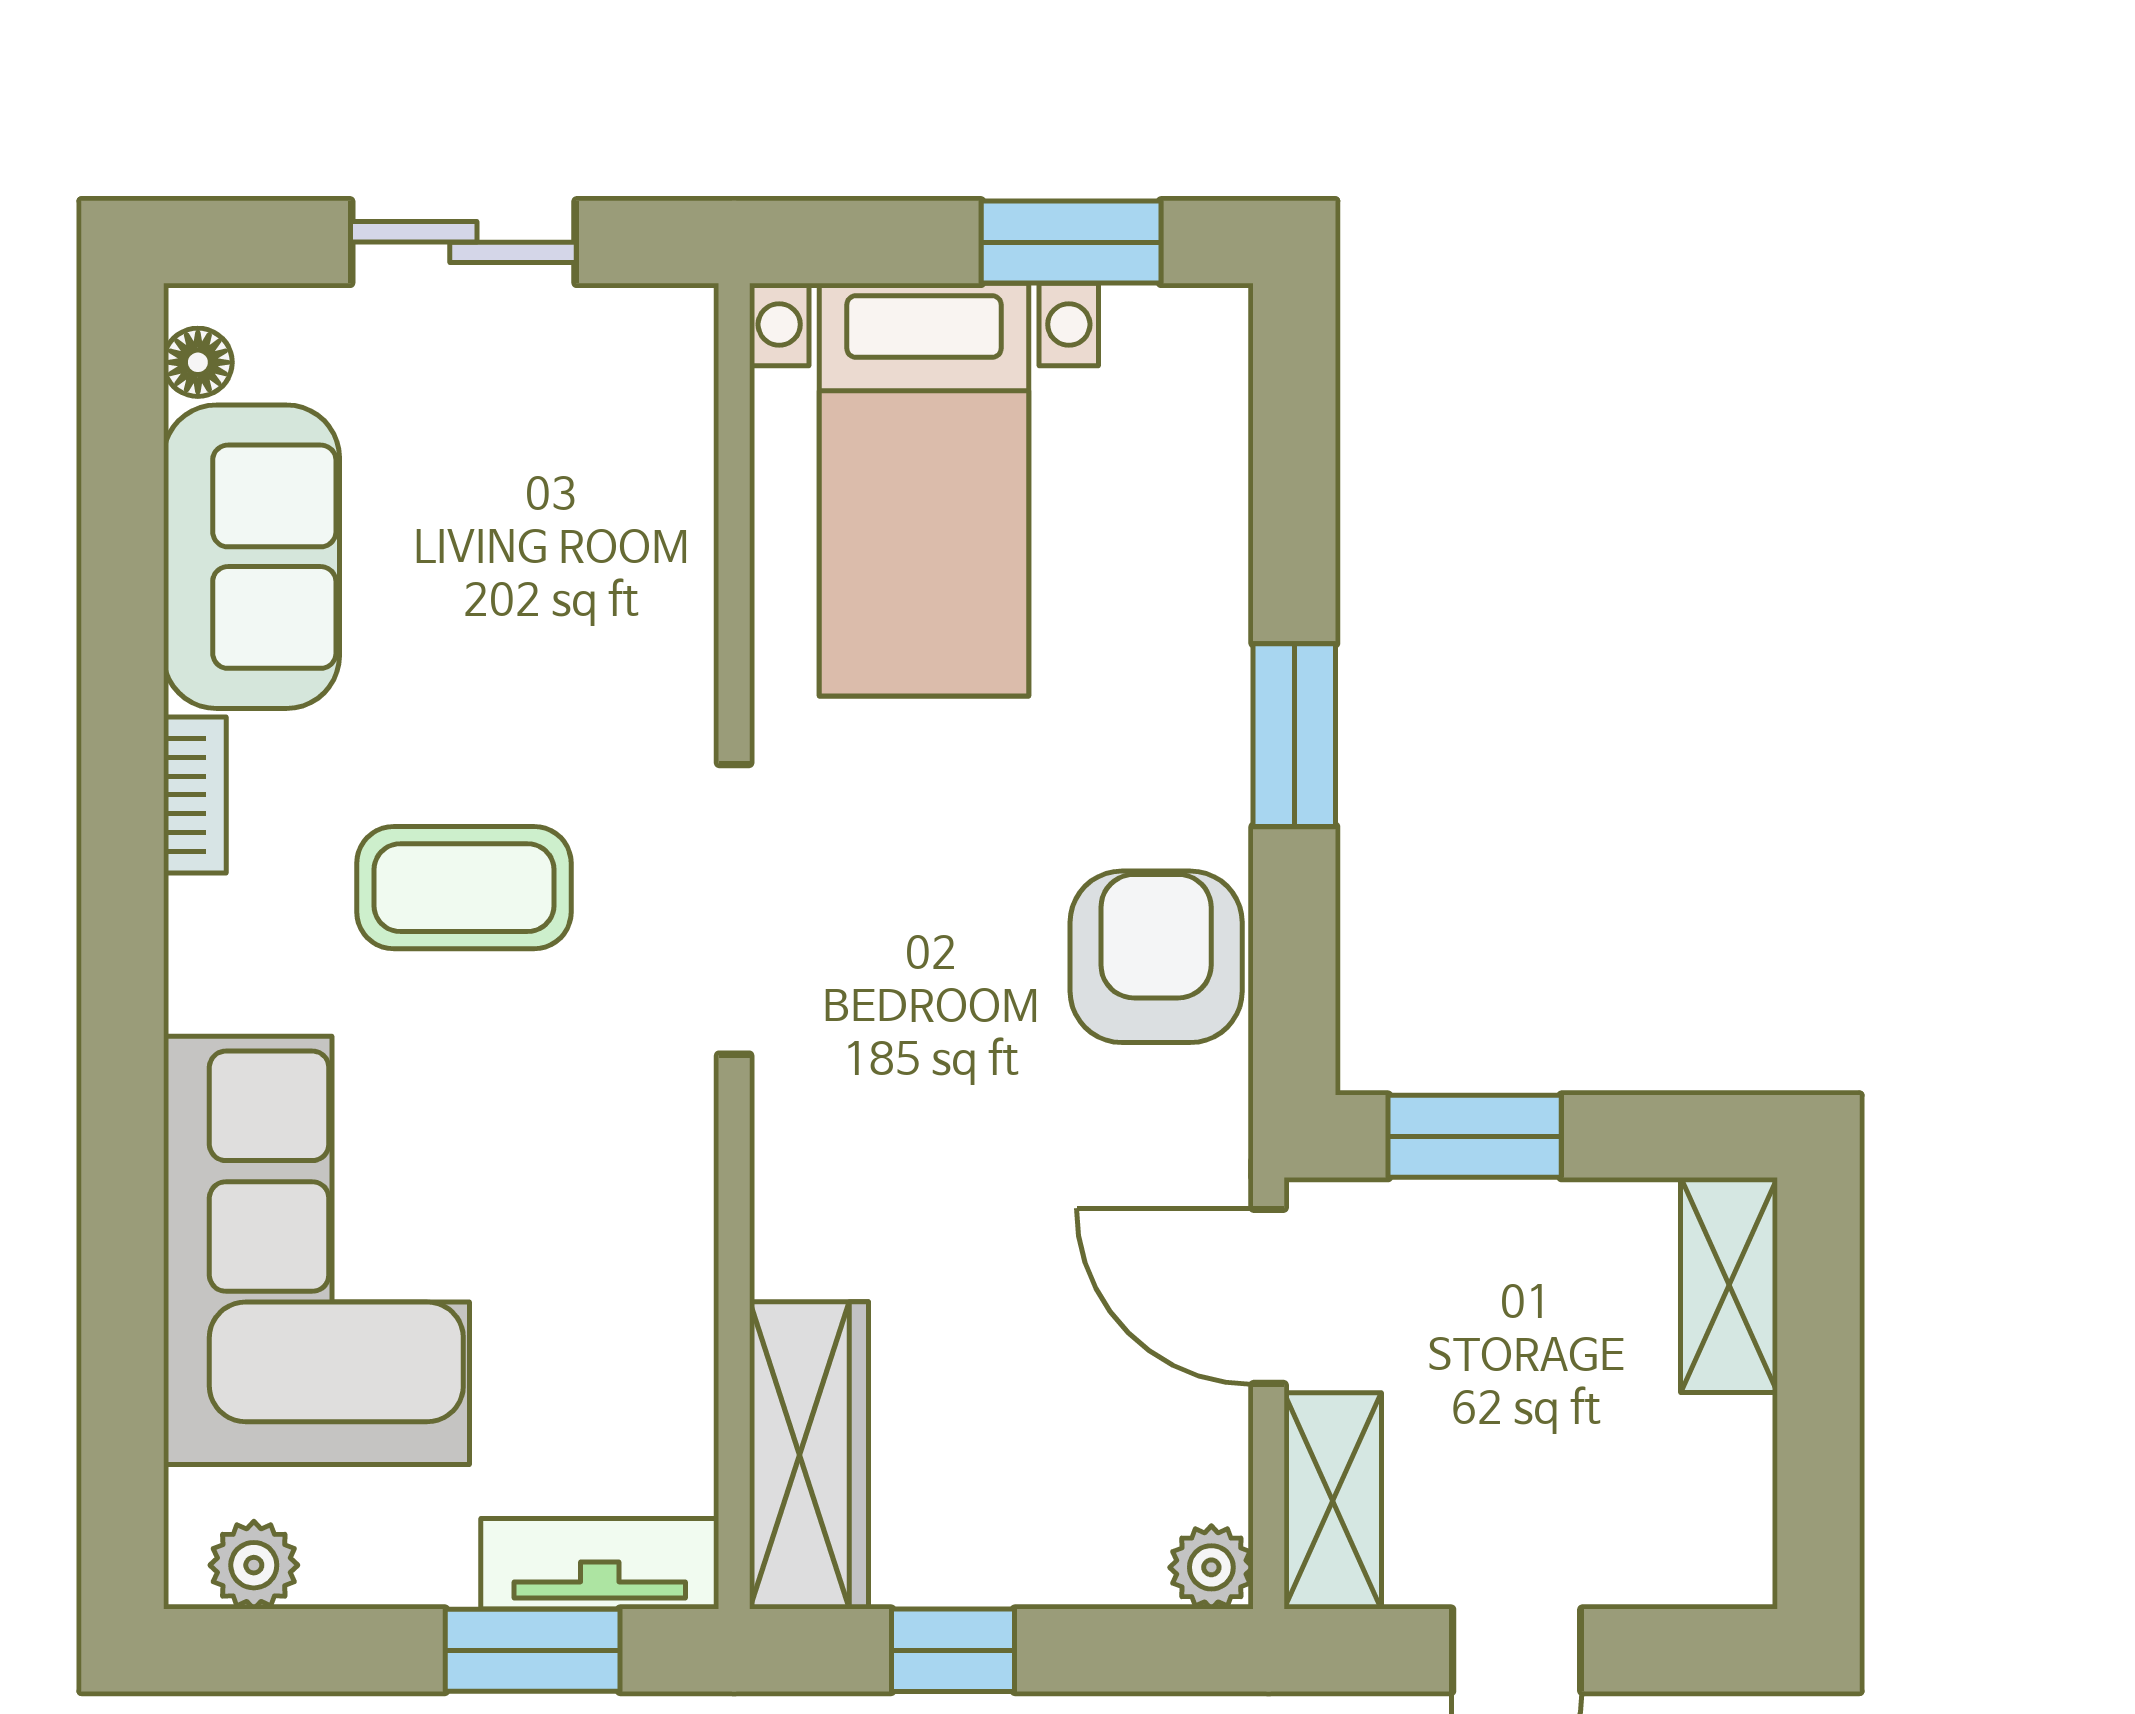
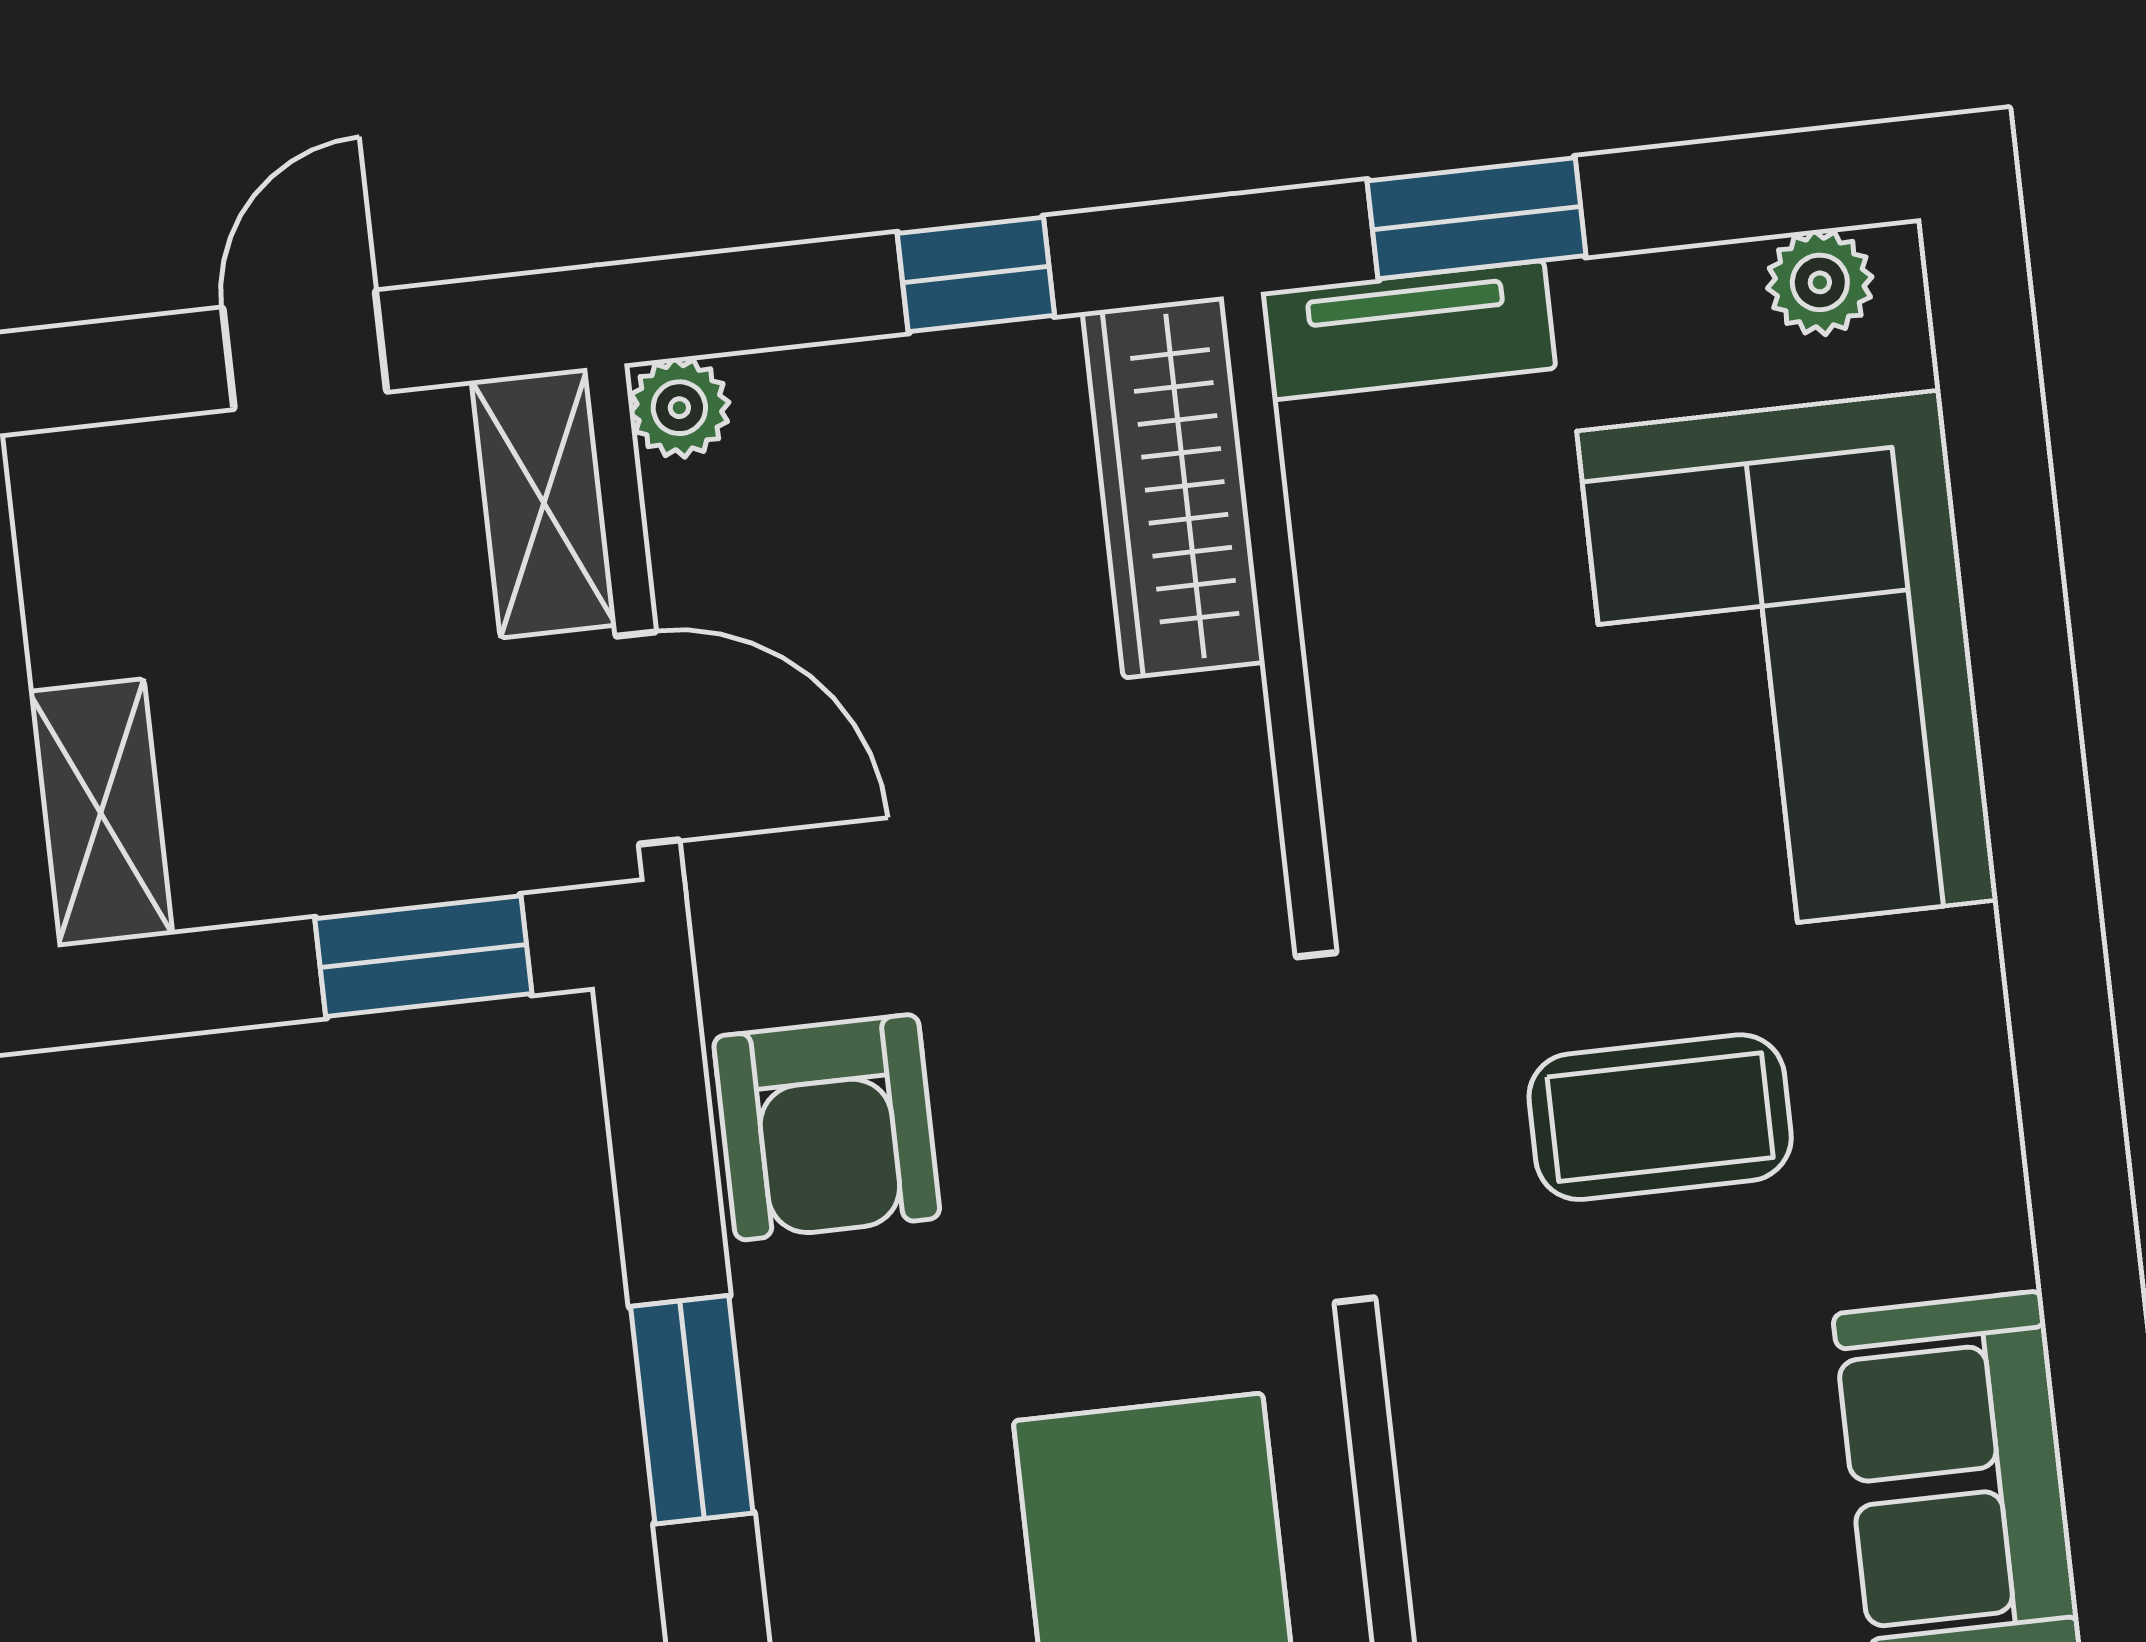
bookcase: (195, 795) -> (1993, 1192), removed

